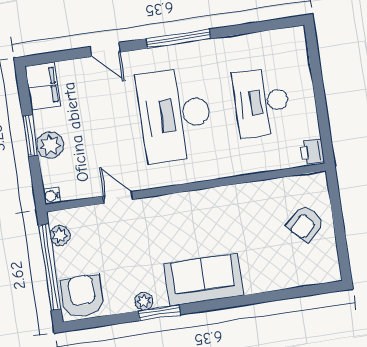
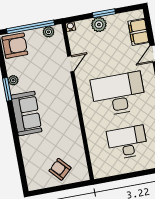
filing cabinet: (43, 86) -> (138, 32), moved, turned 90
printer: (312, 152) -> (100, 172), removed

